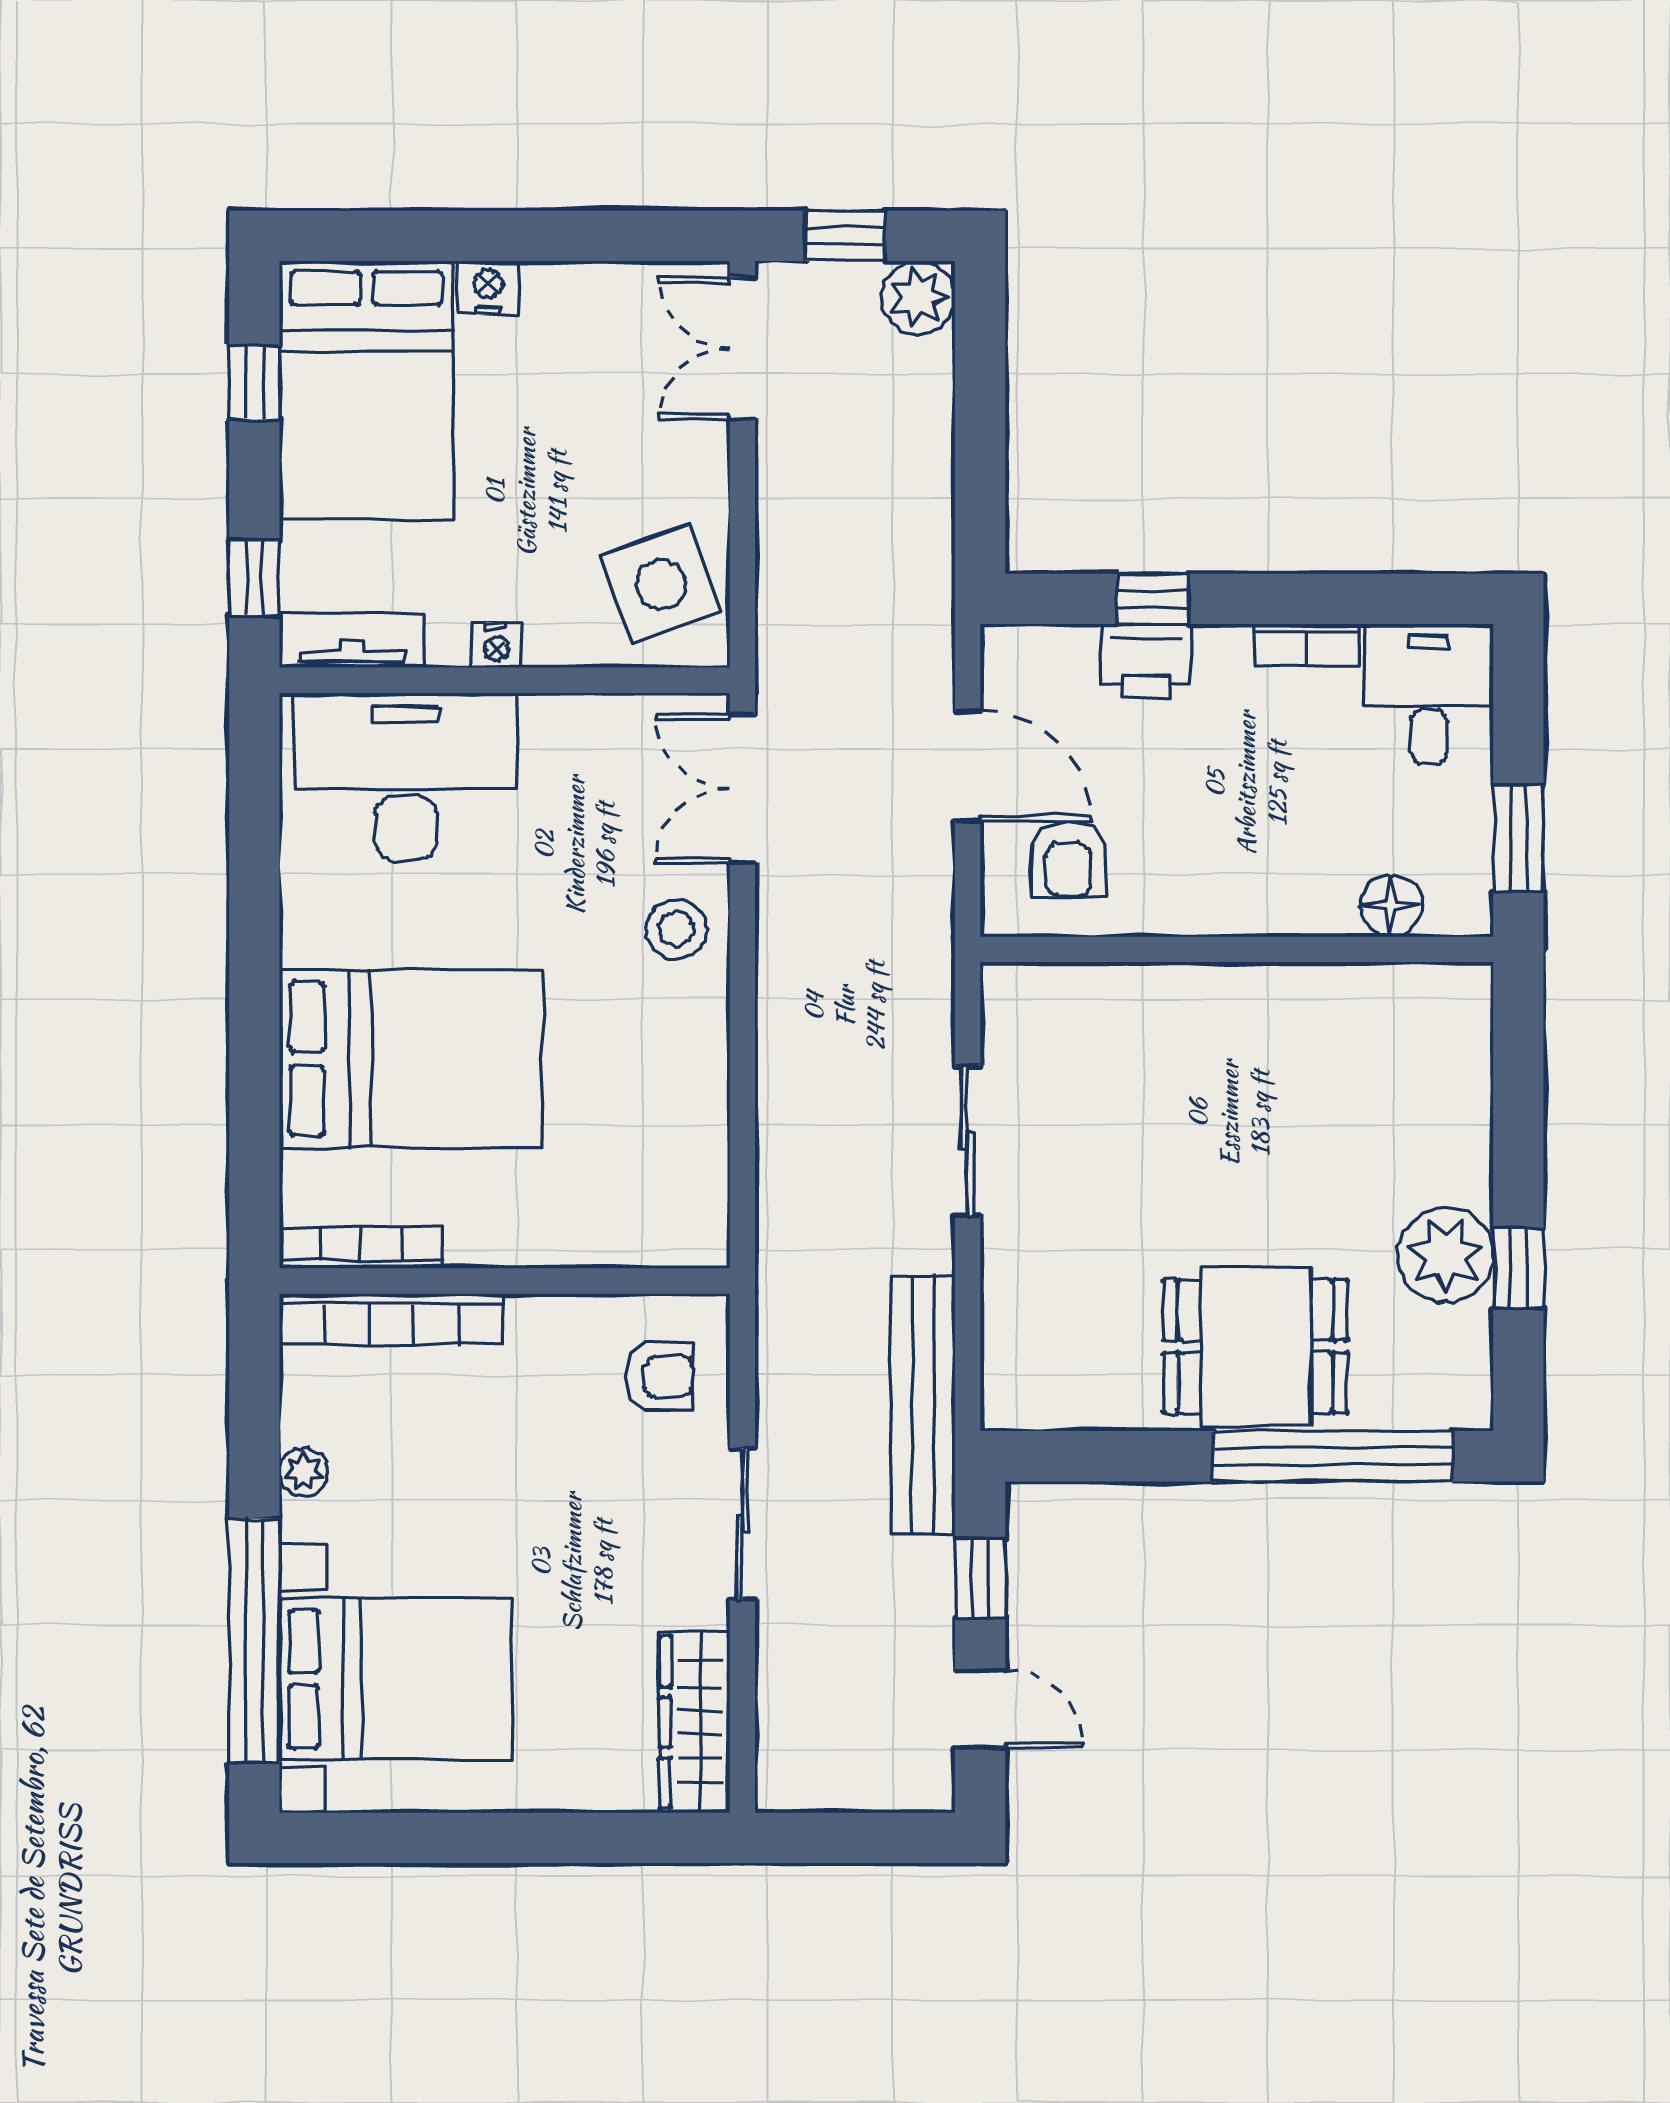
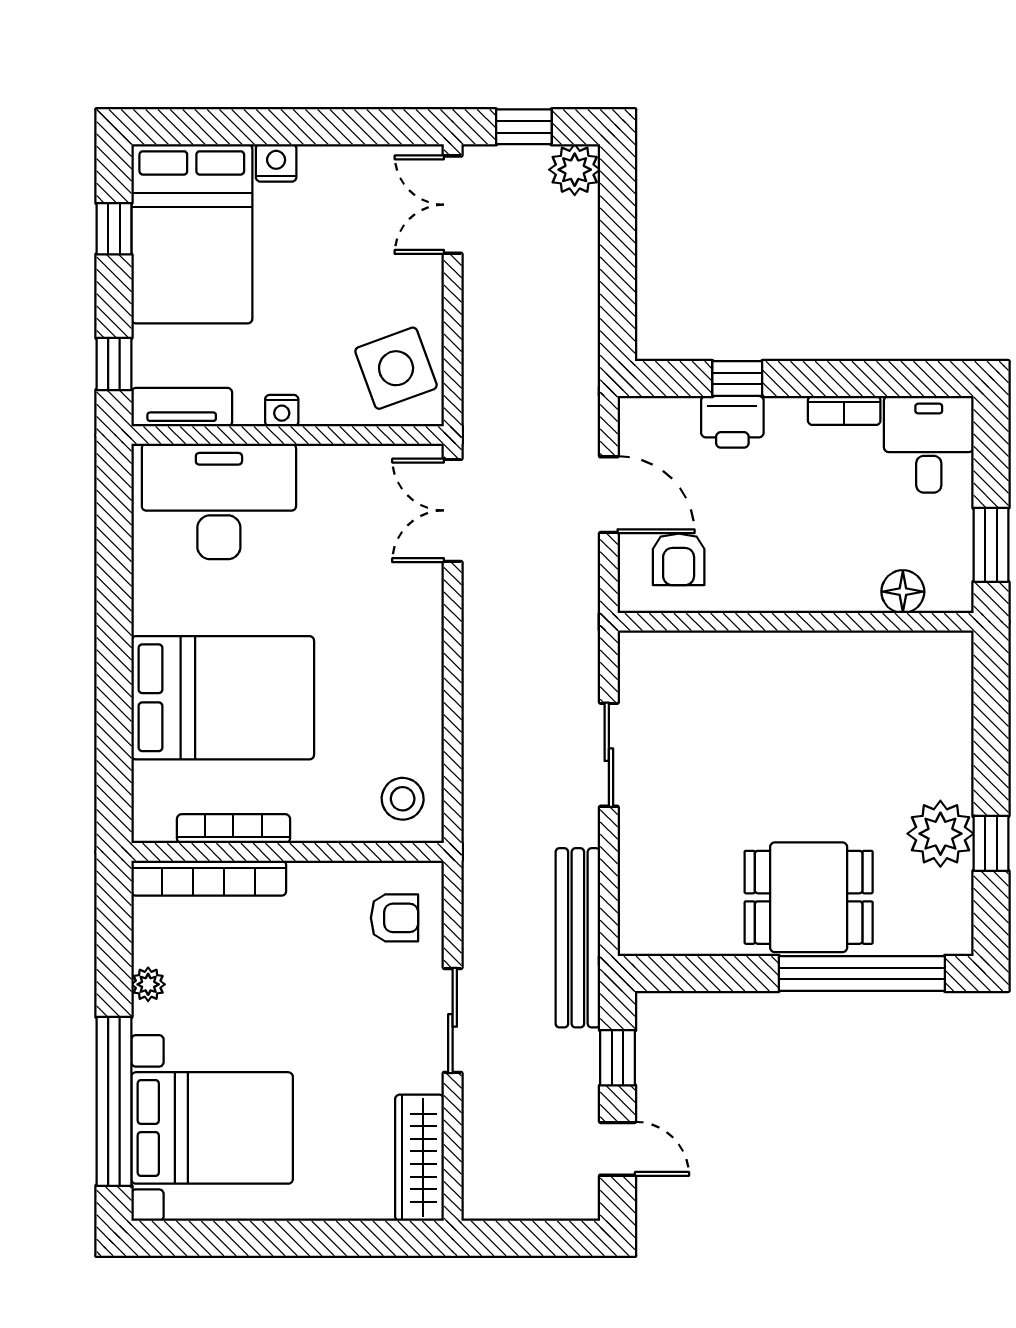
stool: (676, 929) -> (403, 799), moved
bookcase: (361, 1248) -> (233, 829), moved

